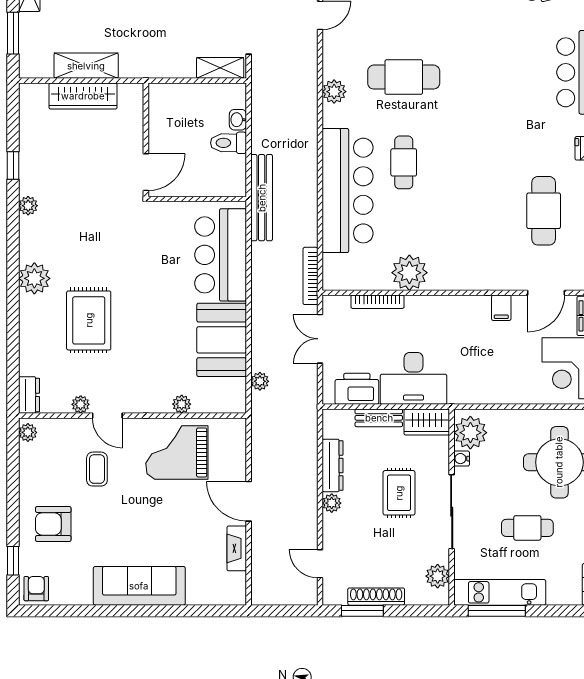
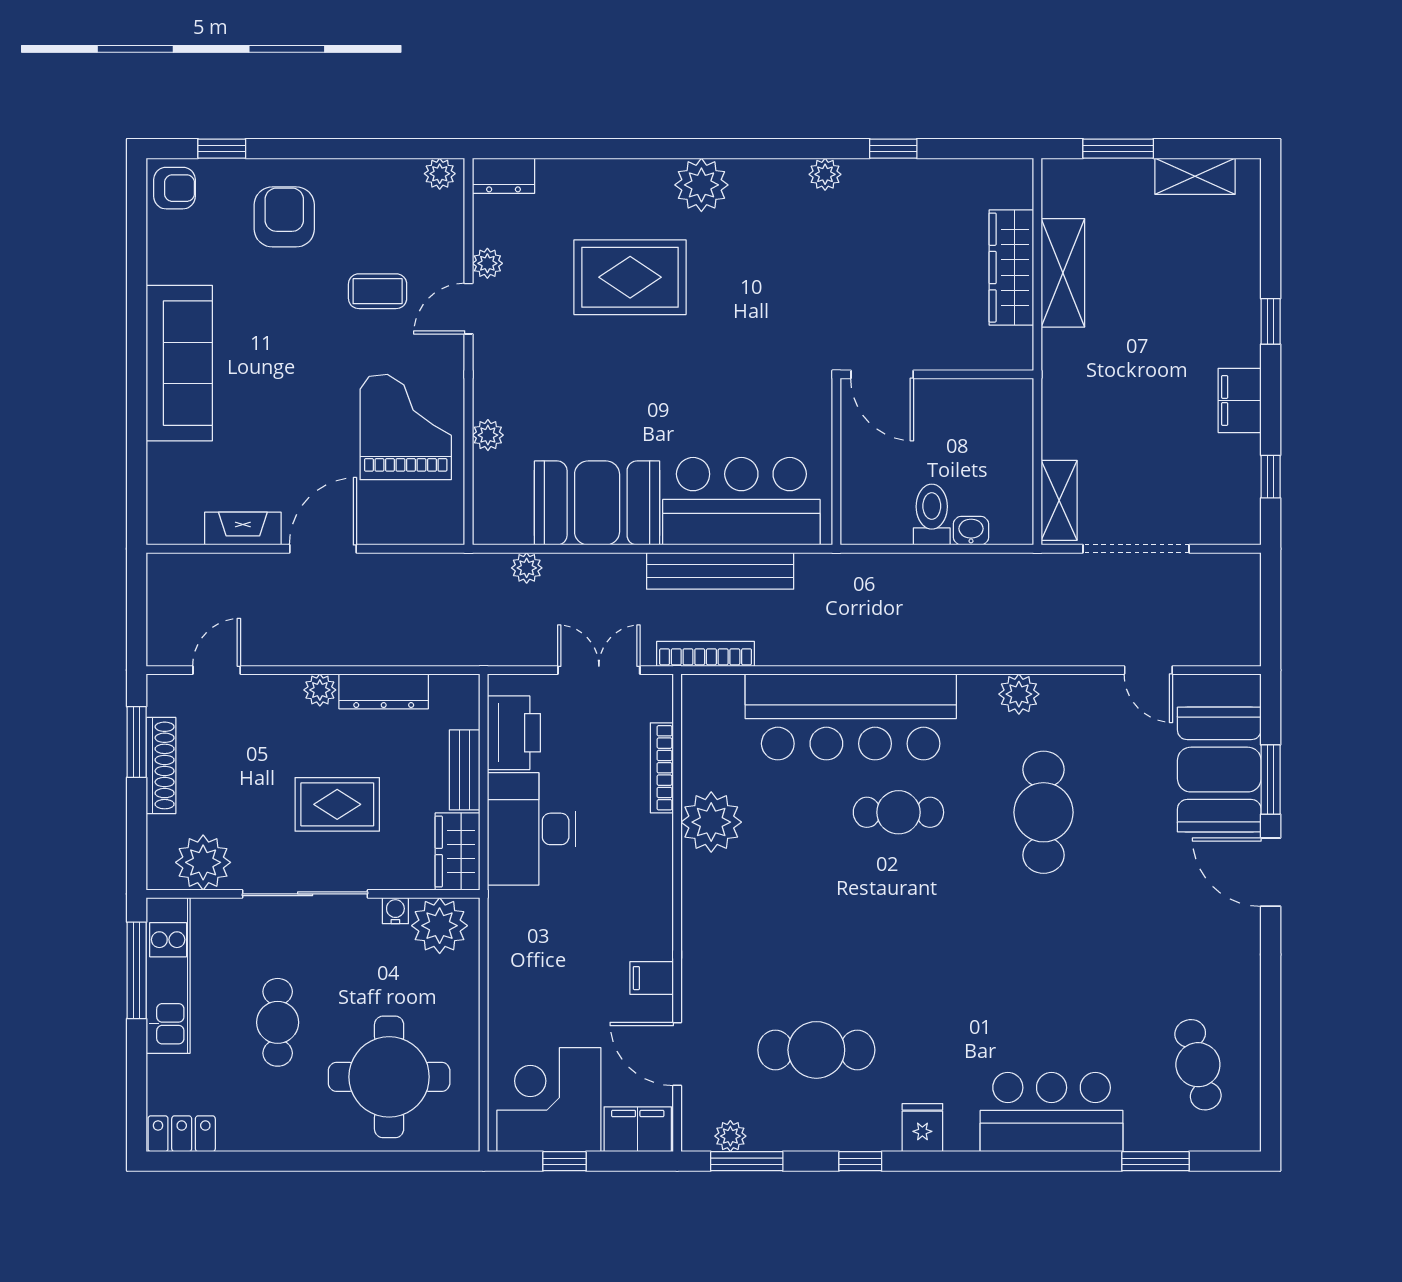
bench: (262, 198) -> (720, 571), moved
plant: (438, 576) -> (203, 862), width x1.36, depth x1.36

